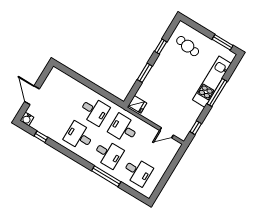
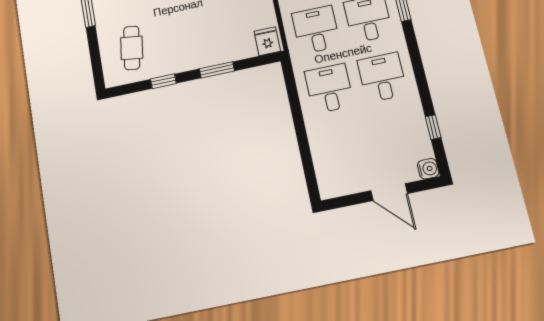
door: (32, 95) -> (389, 192), hinge flipped
desk: (124, 129) -> (316, 30), turned 180
desk: (79, 136) -> (382, 77), turned 180

